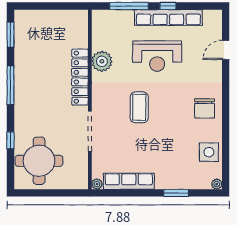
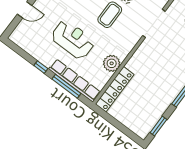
row of seats: (168, 18) -> (75, 81), moved
locker: (80, 77) -> (115, 89), moved

